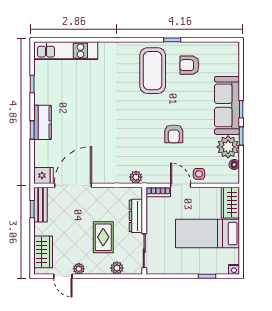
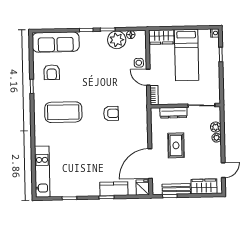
coffee table: (153, 71) -> (63, 112), moved
sofa: (227, 105) -> (56, 42), moved
kitchen counter: (43, 122) -> (114, 189), moved
armchair: (174, 134) -> (111, 113), moved
plant: (136, 177) -> (143, 113), removed
door: (73, 185) -> (150, 164), hinge flipped
door: (181, 185) -> (148, 77), hinge flipped
bench: (41, 205) -> (176, 189), moved
rug: (103, 237) -> (176, 145), moved, turned 90
plant: (79, 269) -> (217, 138), moved

